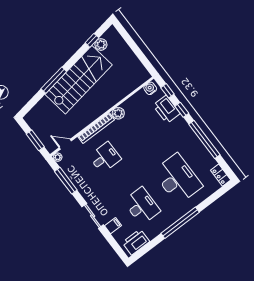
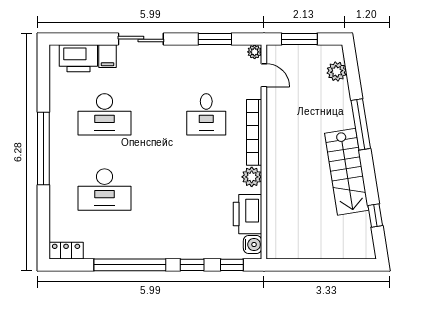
plant: (101, 44) -> (337, 71), moved
stairs: (79, 80) -> (347, 172), width x0.73, depth x0.66
printer: (167, 109) -> (247, 214), moved, turned -90
door: (65, 144) -> (264, 75), hinge flipped
desk: (178, 179) -> (105, 190), width x0.73, depth x0.77
window: (66, 181) -> (215, 39), width x0.69
printer: (136, 242) -> (78, 58), moved, turned 90

